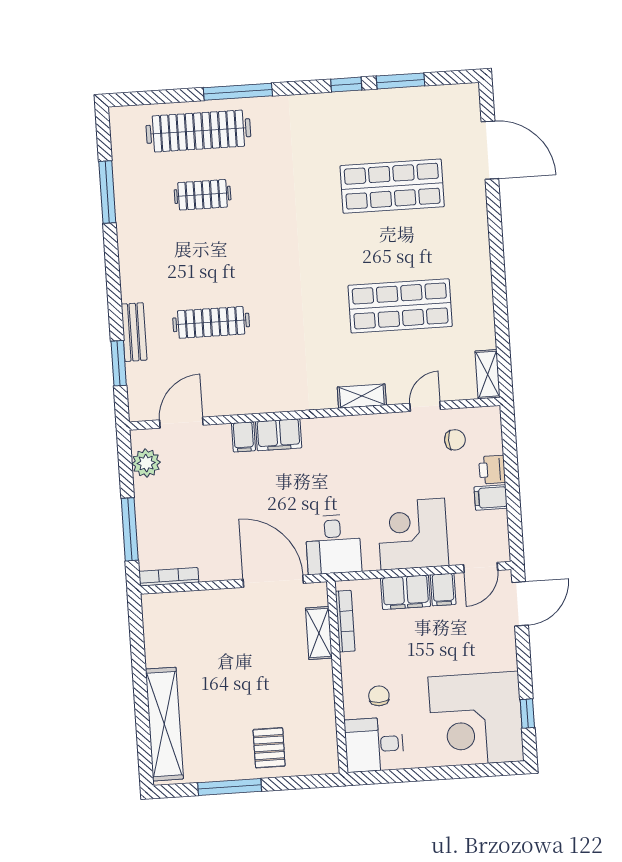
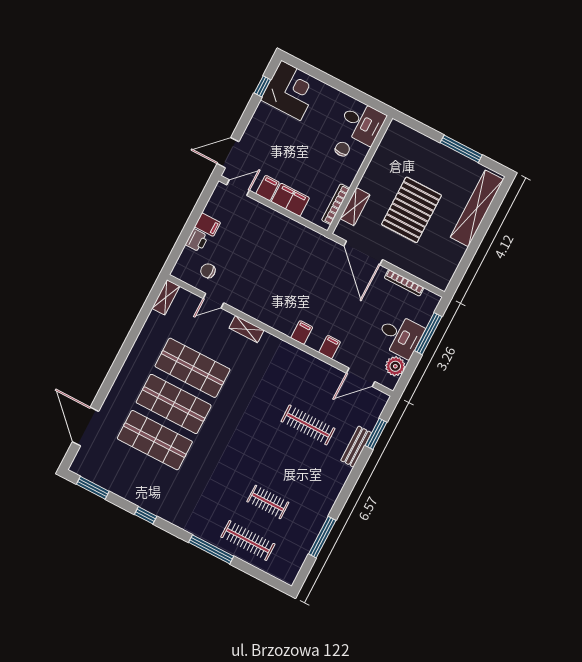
window: (401, 81) -> (93, 488), moved
clothes rail: (198, 131) -> (248, 540), width x0.73, depth x0.76
shop shelf: (396, 246) -> (174, 404), added
filing cabinet: (279, 435) -> (302, 332), width x0.50
corner desk: (413, 534) -> (266, 231), removed
desk: (333, 544) -> (400, 336), moved, turned 90
bookcase: (169, 577) -> (404, 283), moved
chair: (379, 696) -> (342, 149), turned 180
corner desk: (476, 719) -> (291, 90), width x0.74, depth x0.74
pallet: (269, 748) -> (411, 210), moved, width x2.05, depth x2.00

